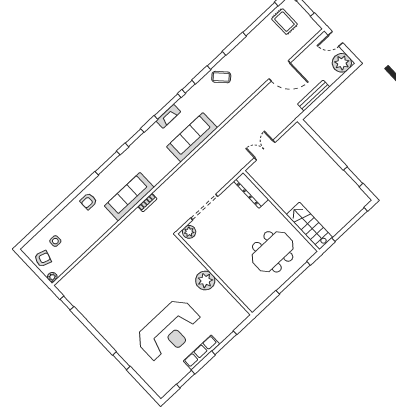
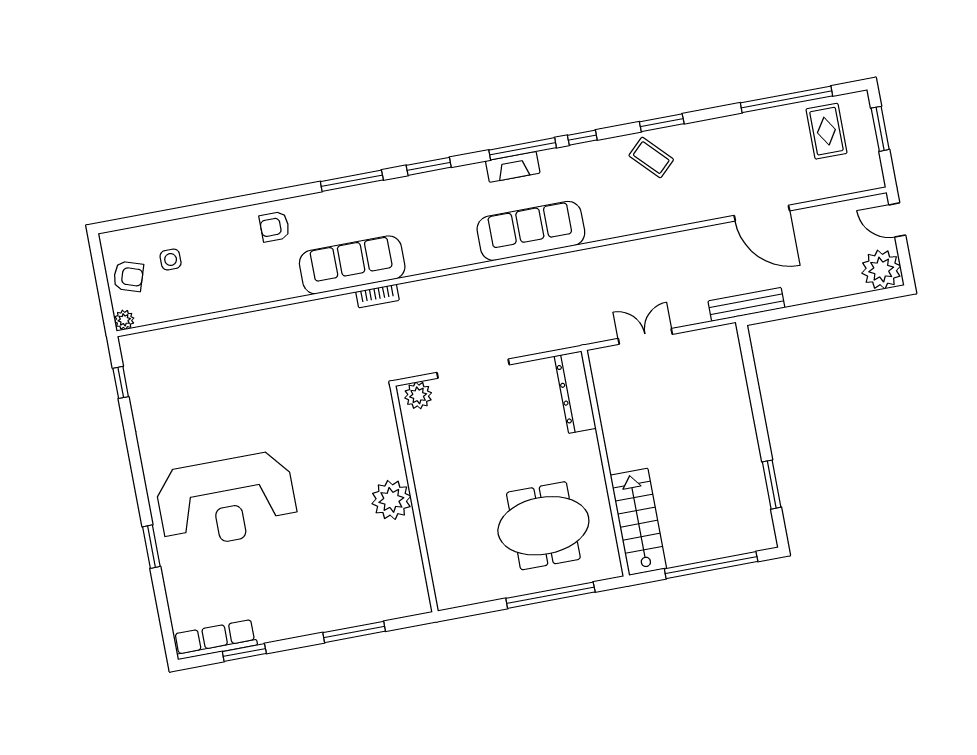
bench: (314, 96) -> (746, 304), moved
reception desk: (169, 331) -> (226, 500), moved
row of seats: (201, 352) -> (215, 640), moved

